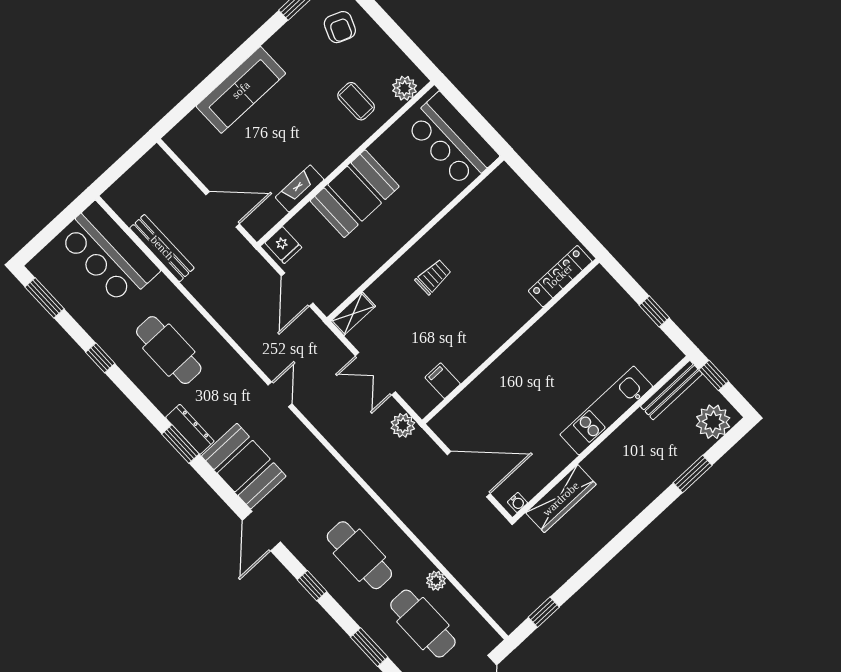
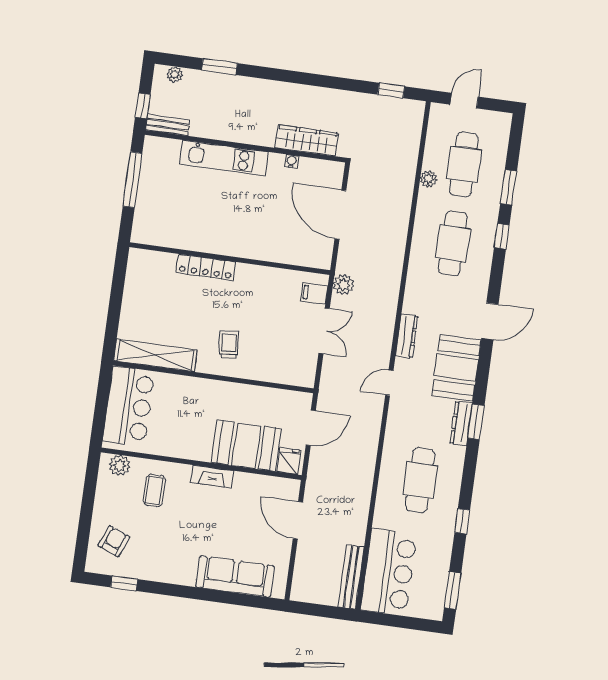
sofa: (241, 90) -> (235, 576), moved
fireplace: (300, 189) -> (212, 477), moved
booth: (355, 194) -> (246, 446), moved
bench: (162, 248) -> (351, 577), moved
locker: (560, 276) -> (206, 267), moved
trolley: (433, 277) -> (229, 345), turned 85
window: (654, 311) -> (133, 180), width x2.17
shelving: (353, 314) -> (155, 355), moved, width x2.20, depth x1.33
filing cabinet: (443, 381) -> (314, 293), moved, turned 90
bench: (671, 390) -> (168, 125), width x0.73
plant: (713, 422) -> (175, 74), width x0.53, depth x0.53
dresser: (309, 445) -> (407, 336), added
water cooler: (517, 502) -> (291, 161), moved
window: (312, 586) -> (502, 236), moved

